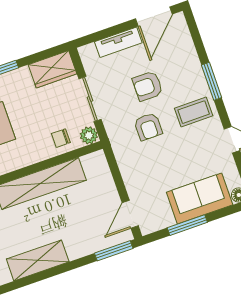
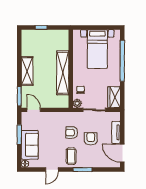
shelving: (38, 260) -> (27, 71), moved

